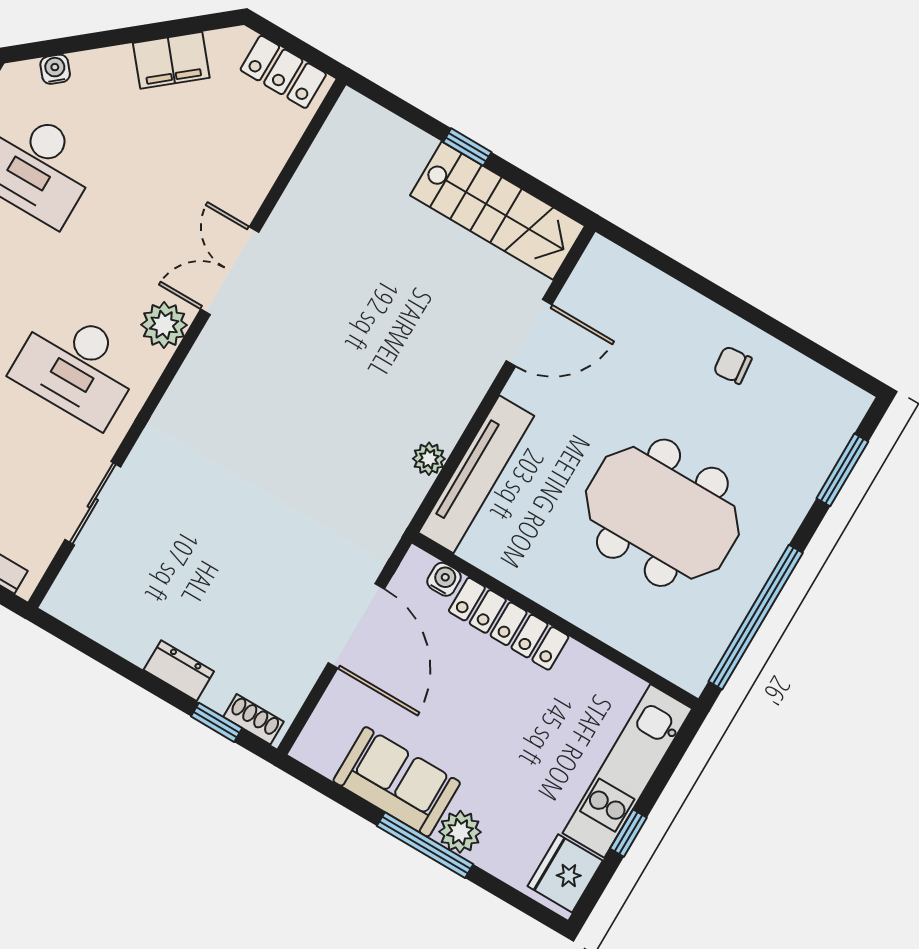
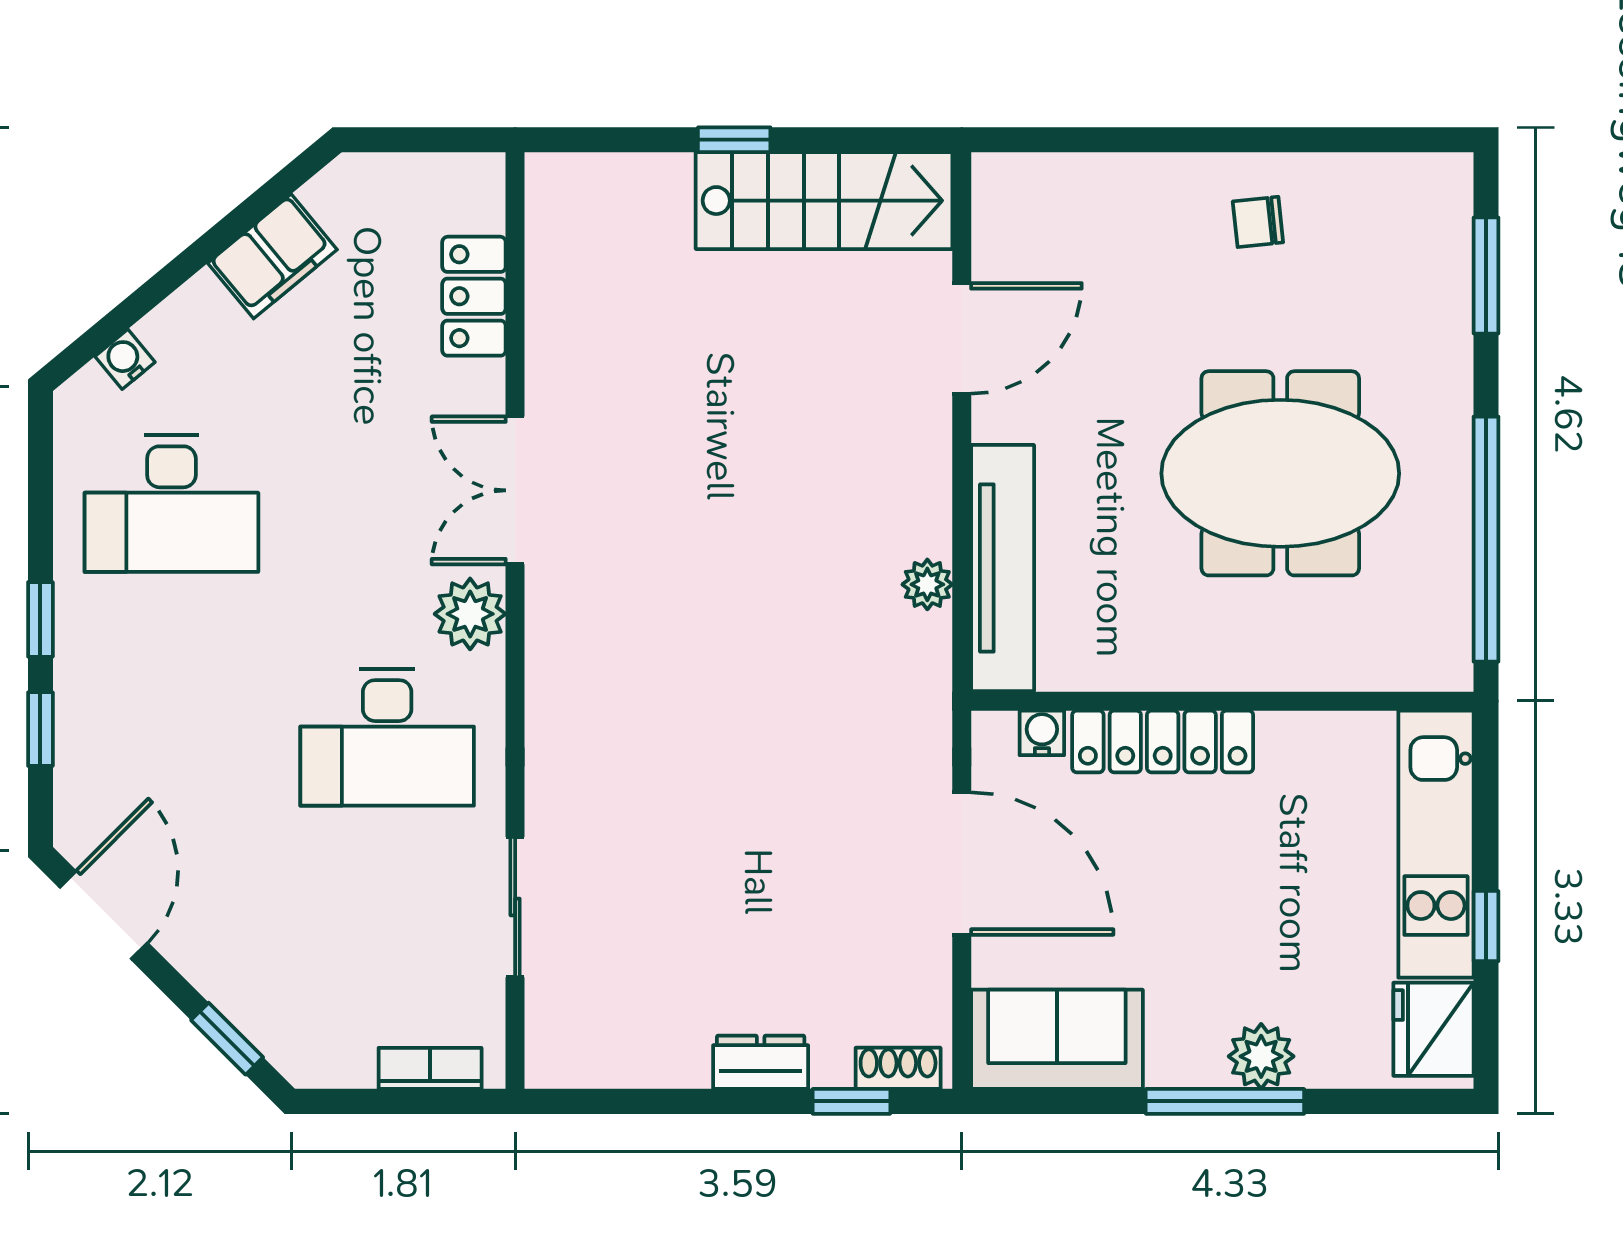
locker: (283, 72) -> (474, 296), moved, turned 90
sofa: (397, 782) -> (1057, 1039), moved

